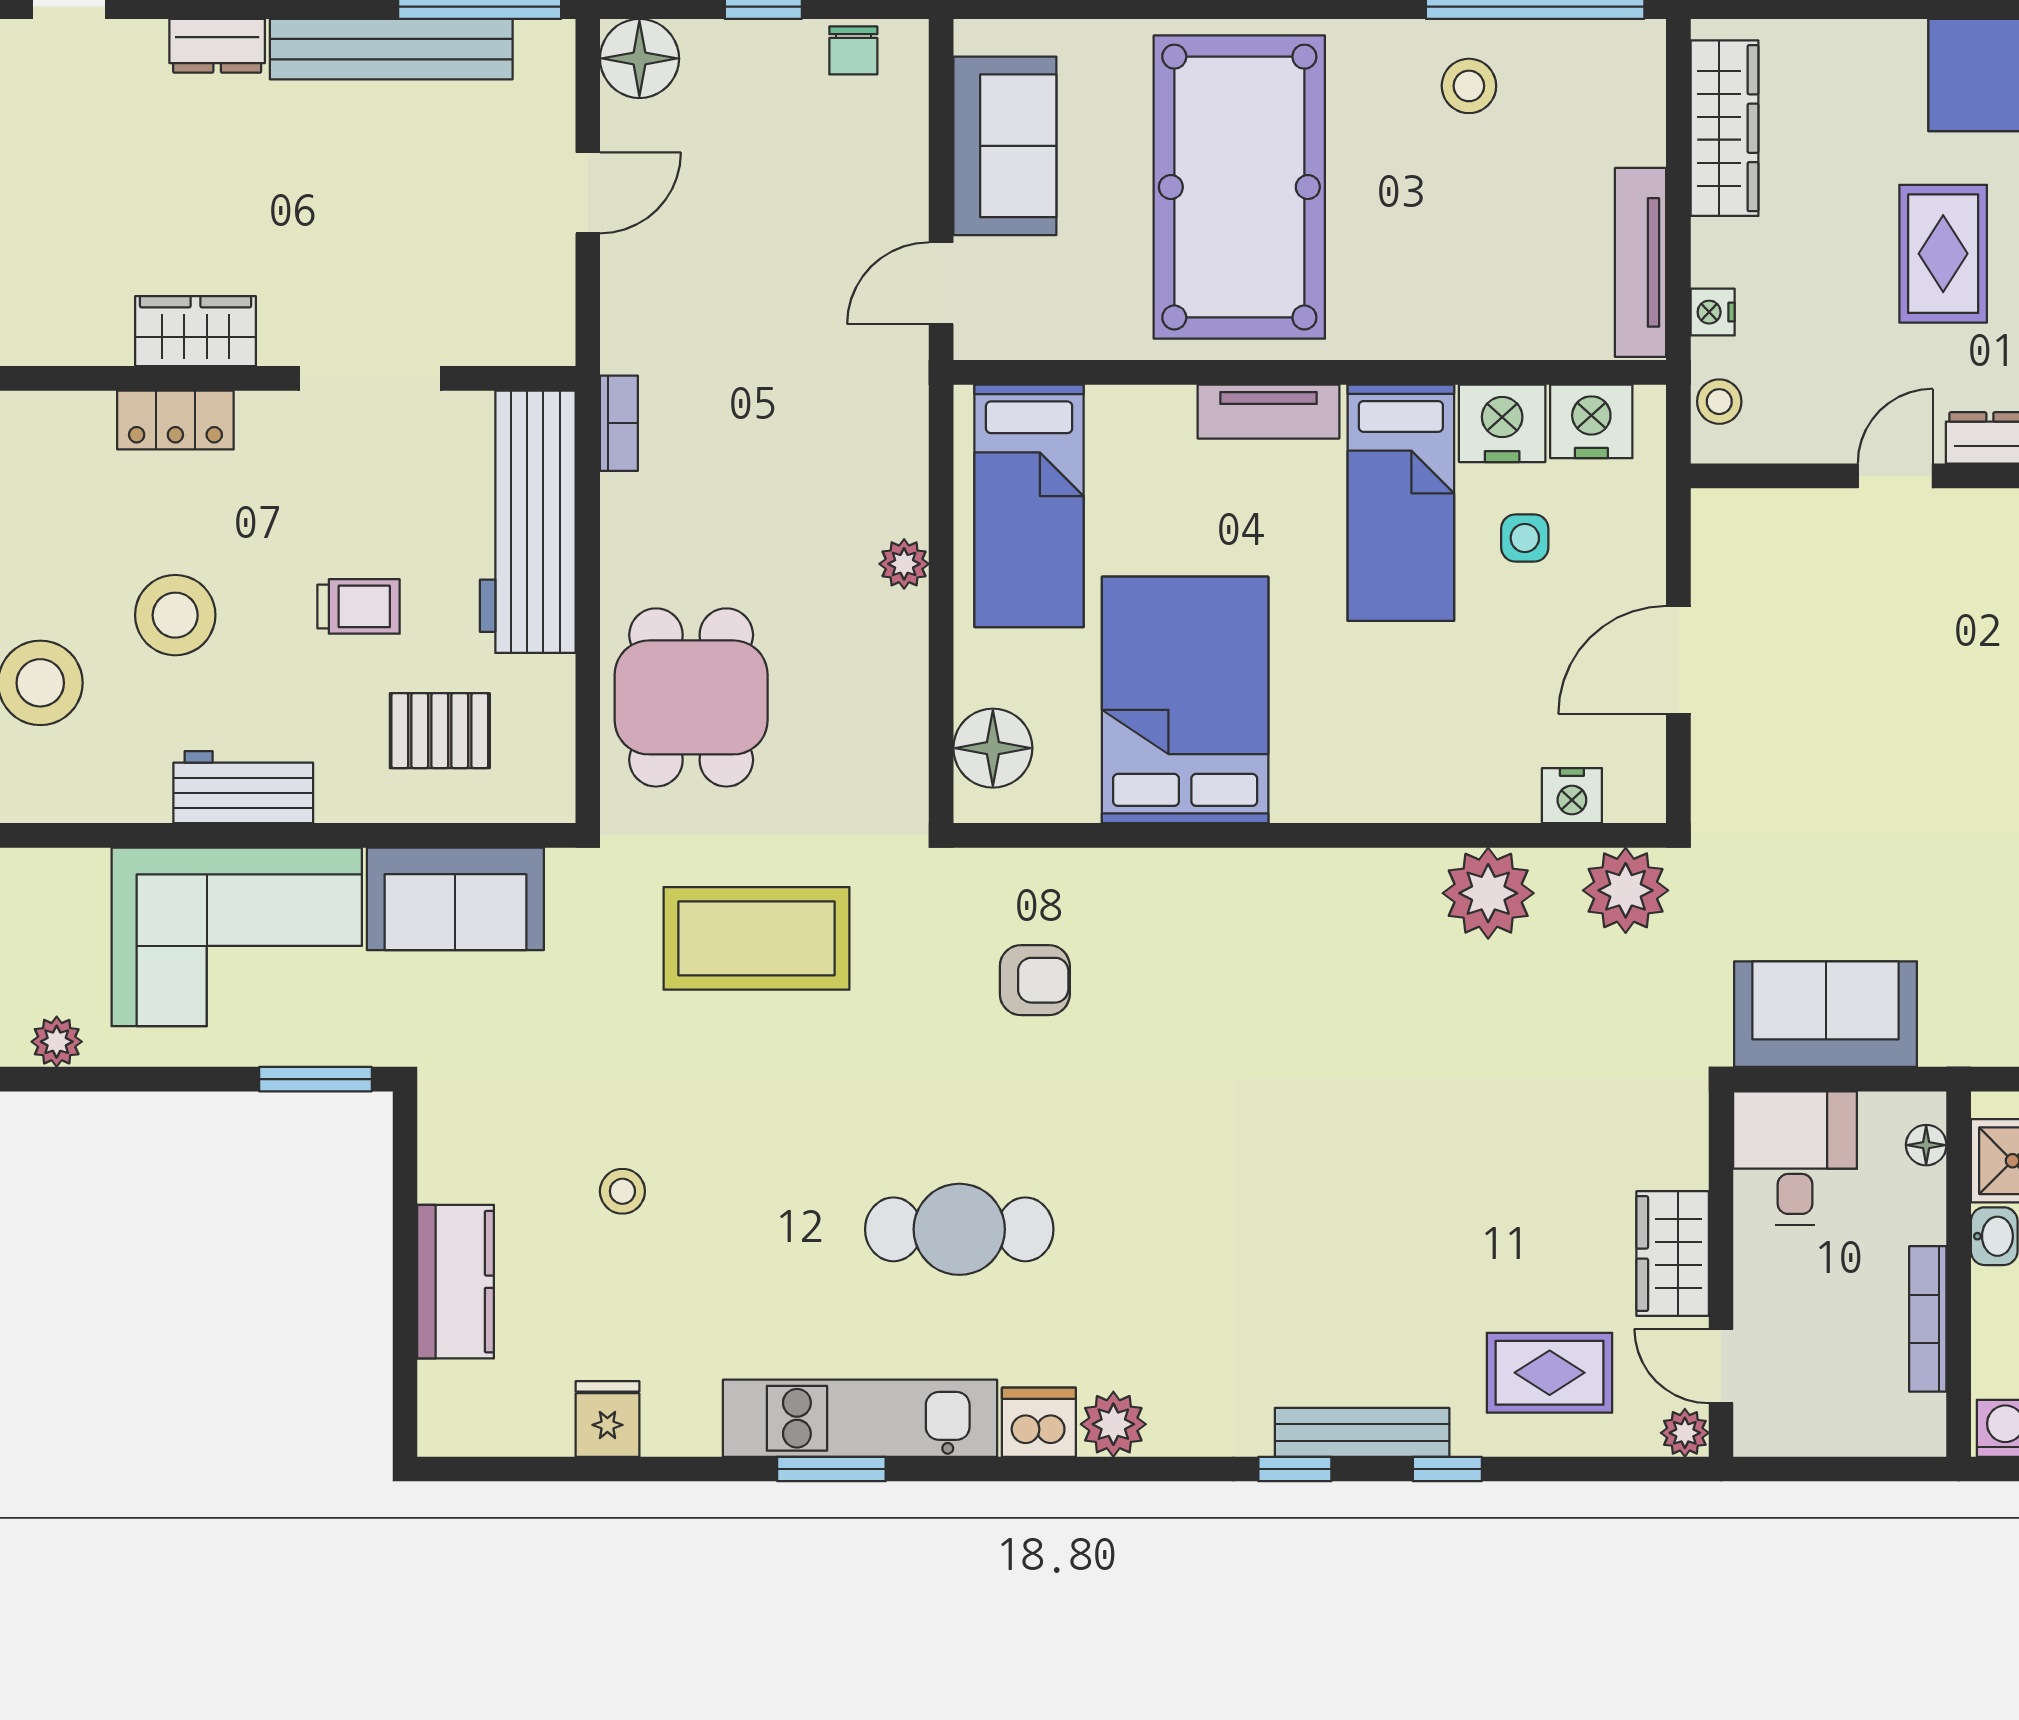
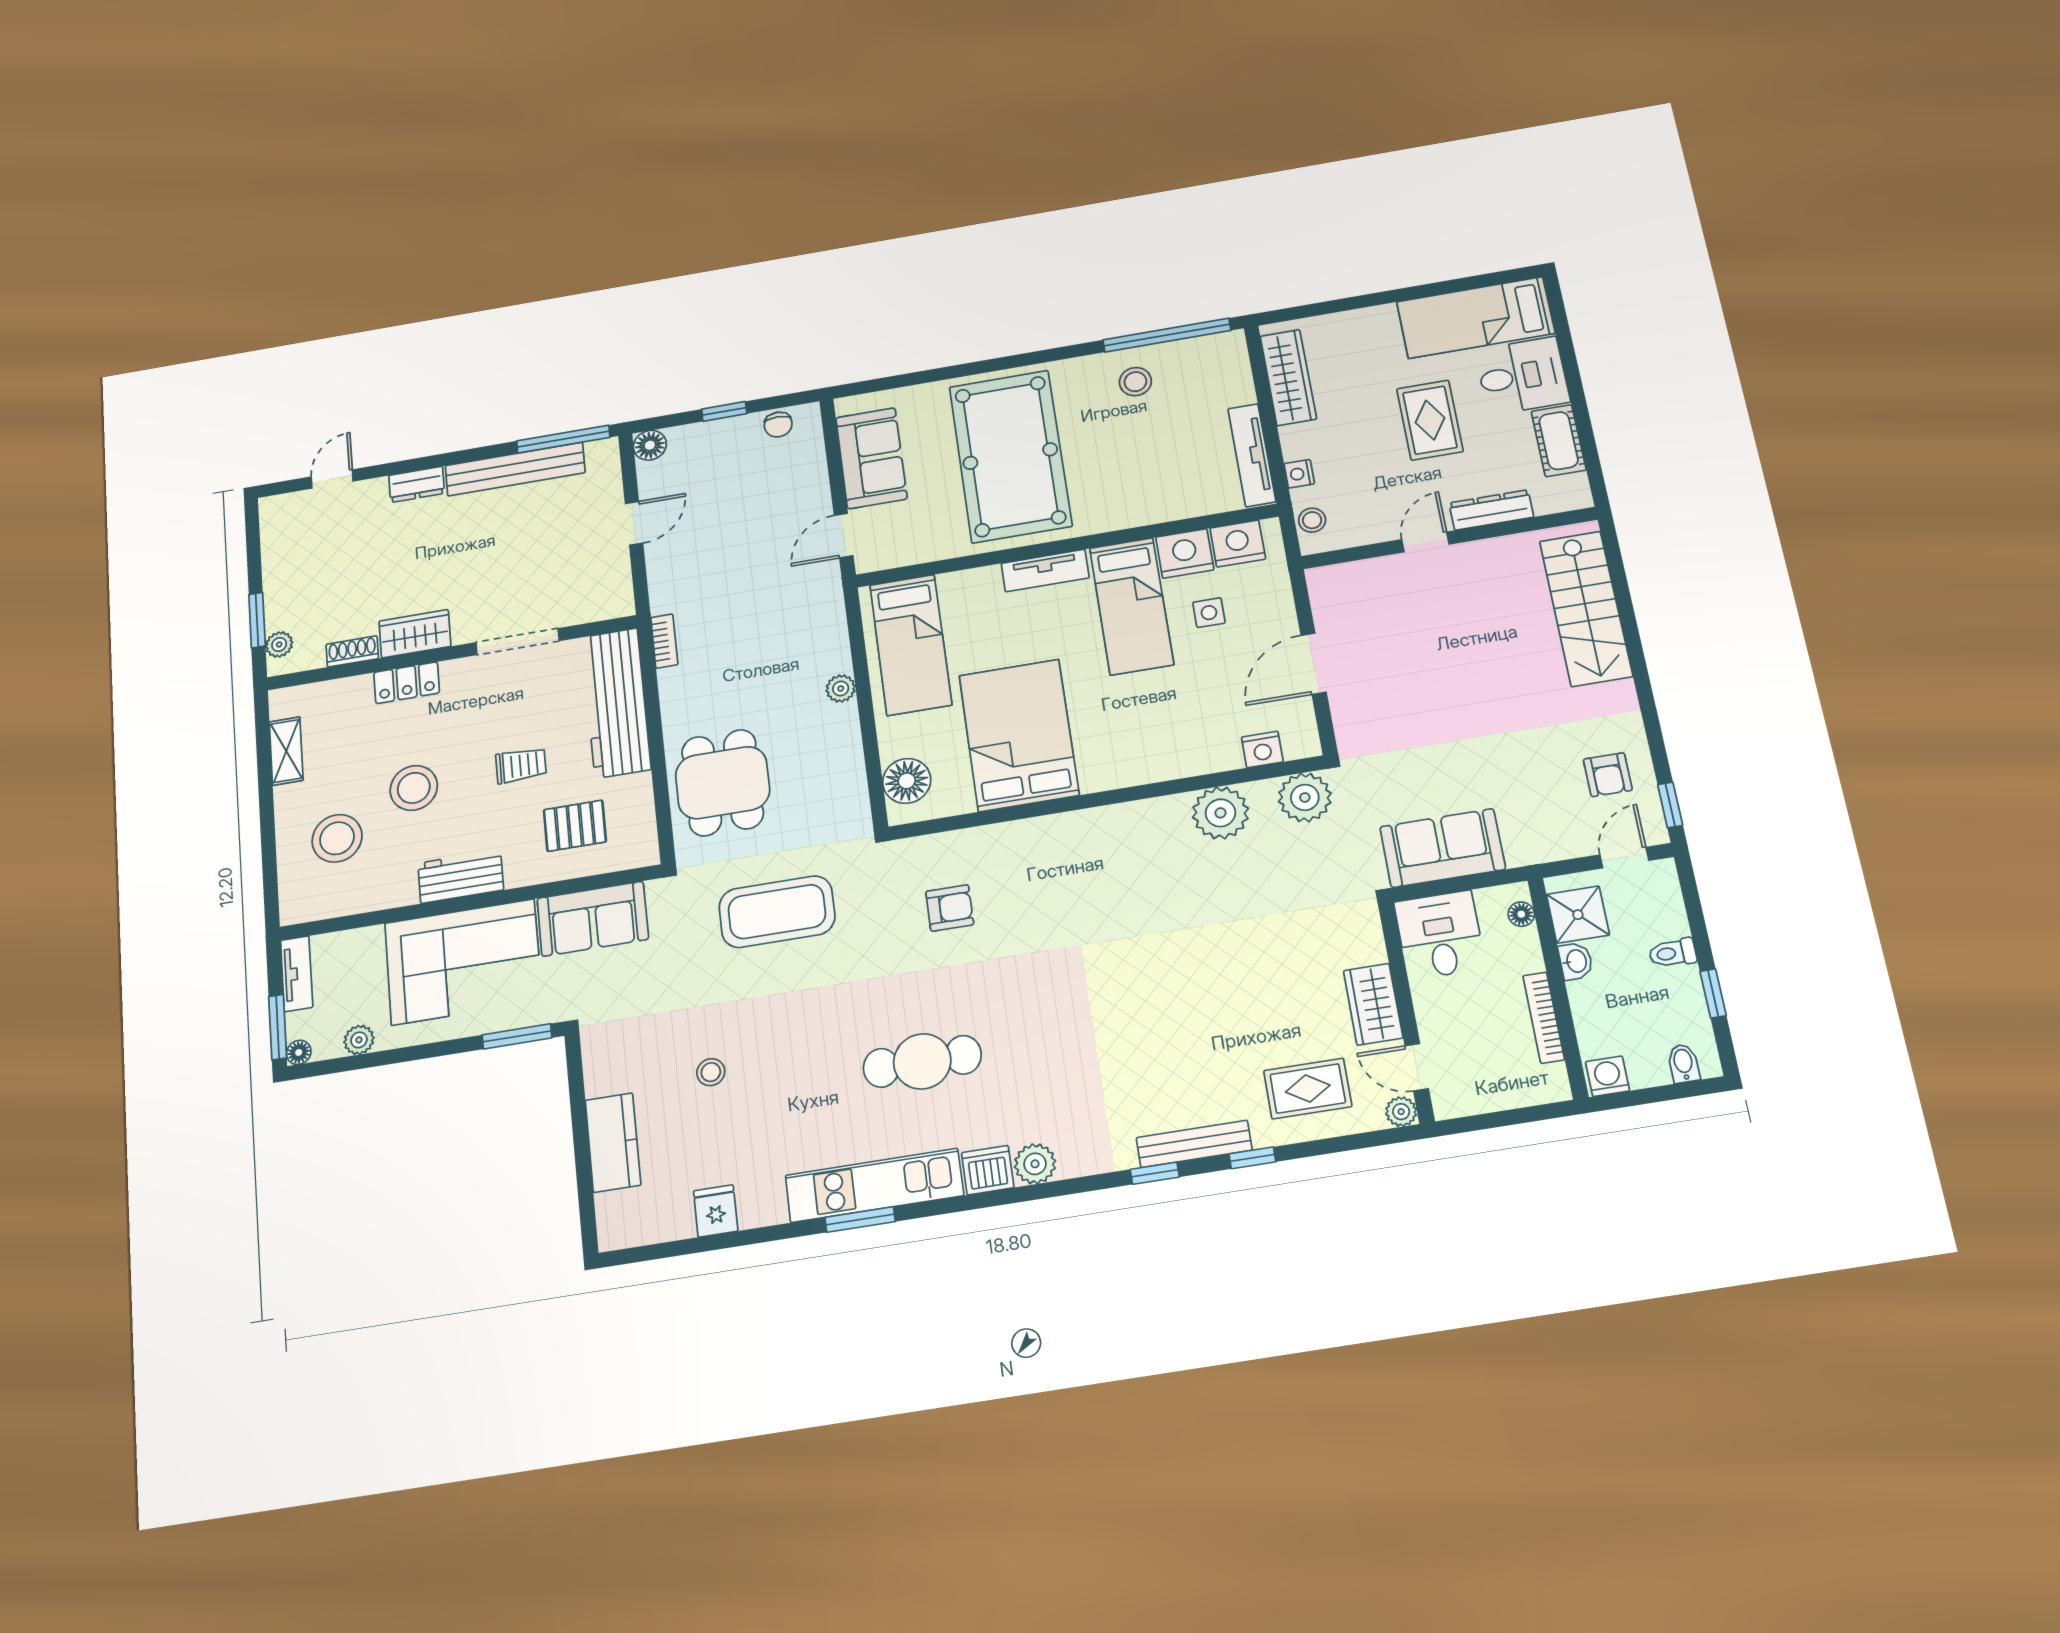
floor lamp: (639, 58) -> (650, 445), width x0.73, depth x0.73
shoe rack: (86, 345) -> (352, 651), added

